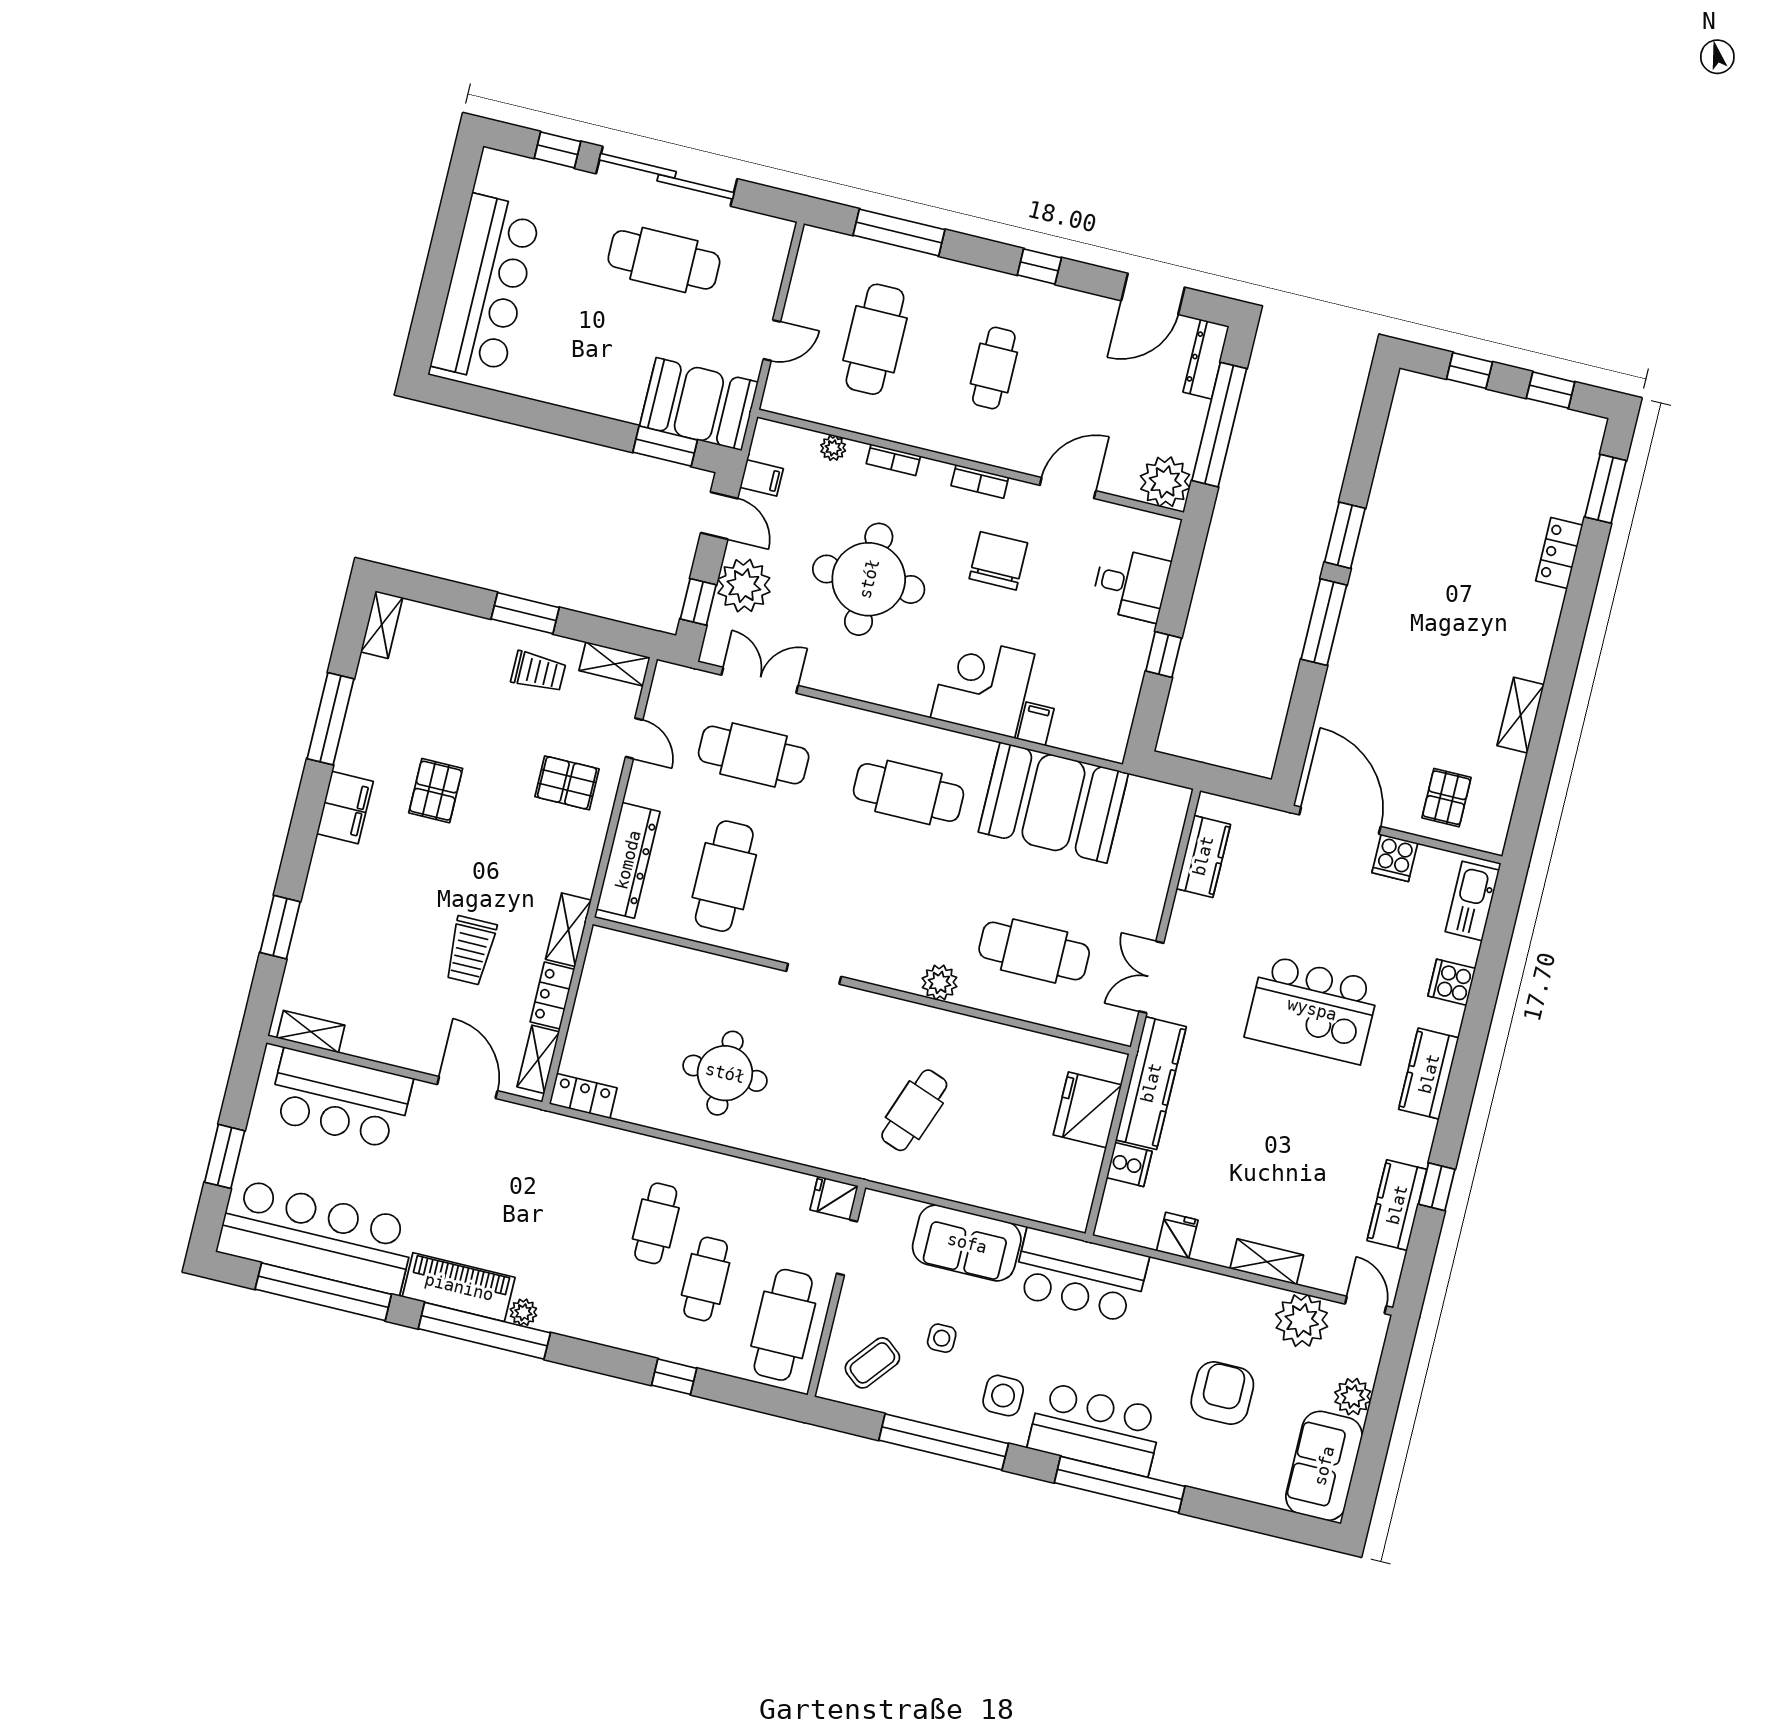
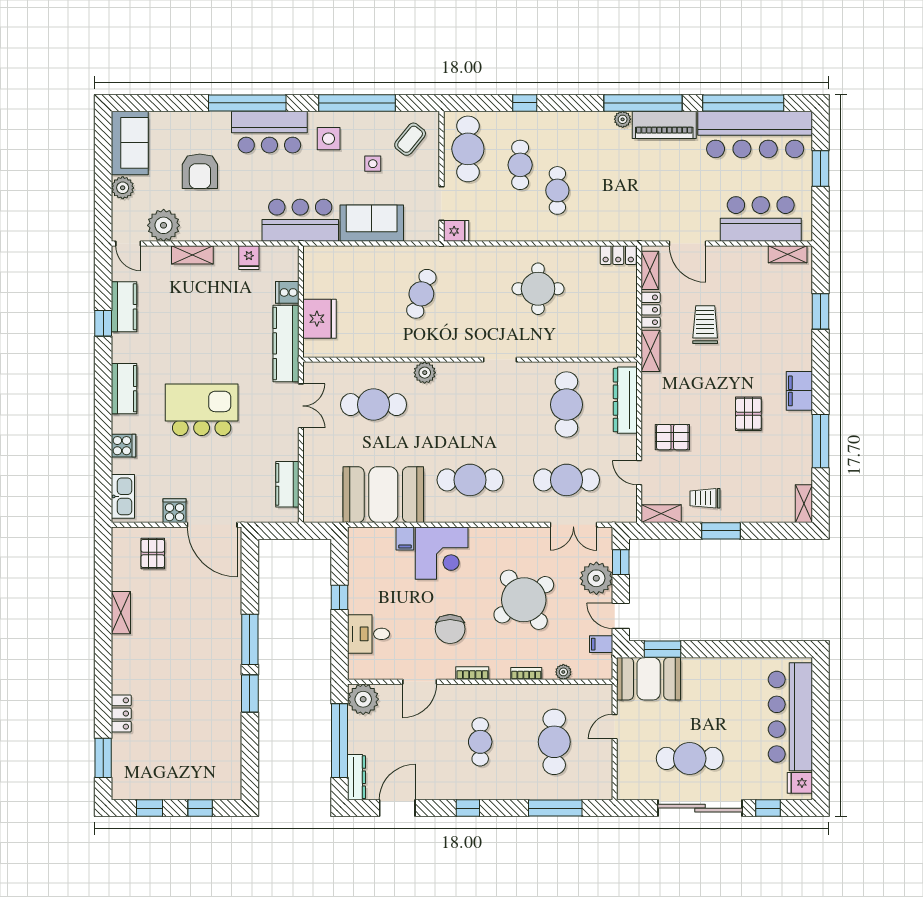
fridge: (496, 178) -> (800, 783), added
round table: (869, 579) -> (524, 600), turned -35

